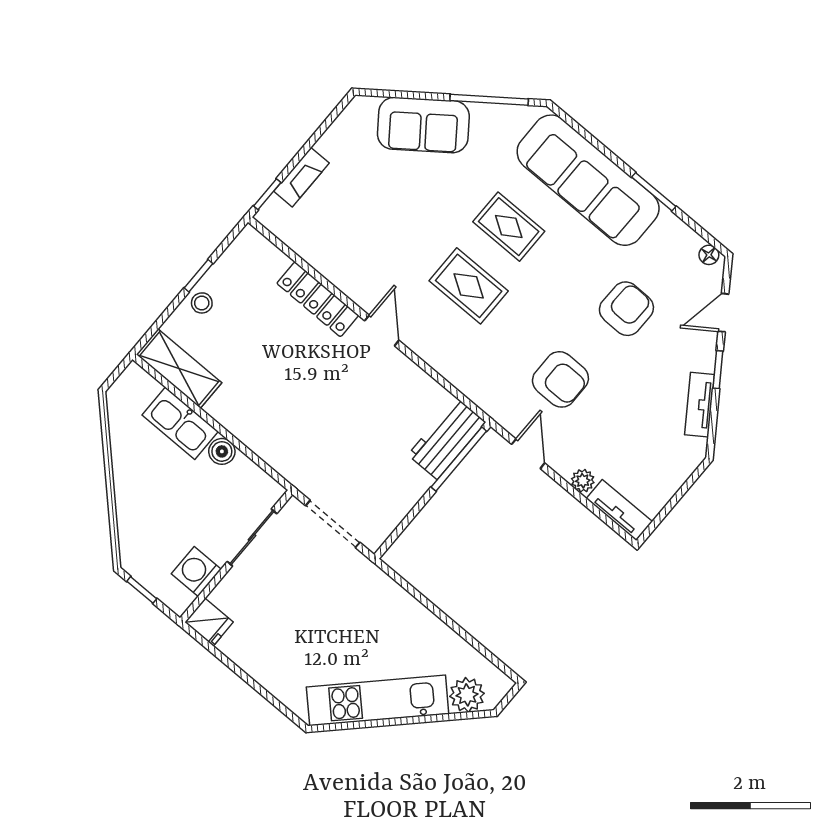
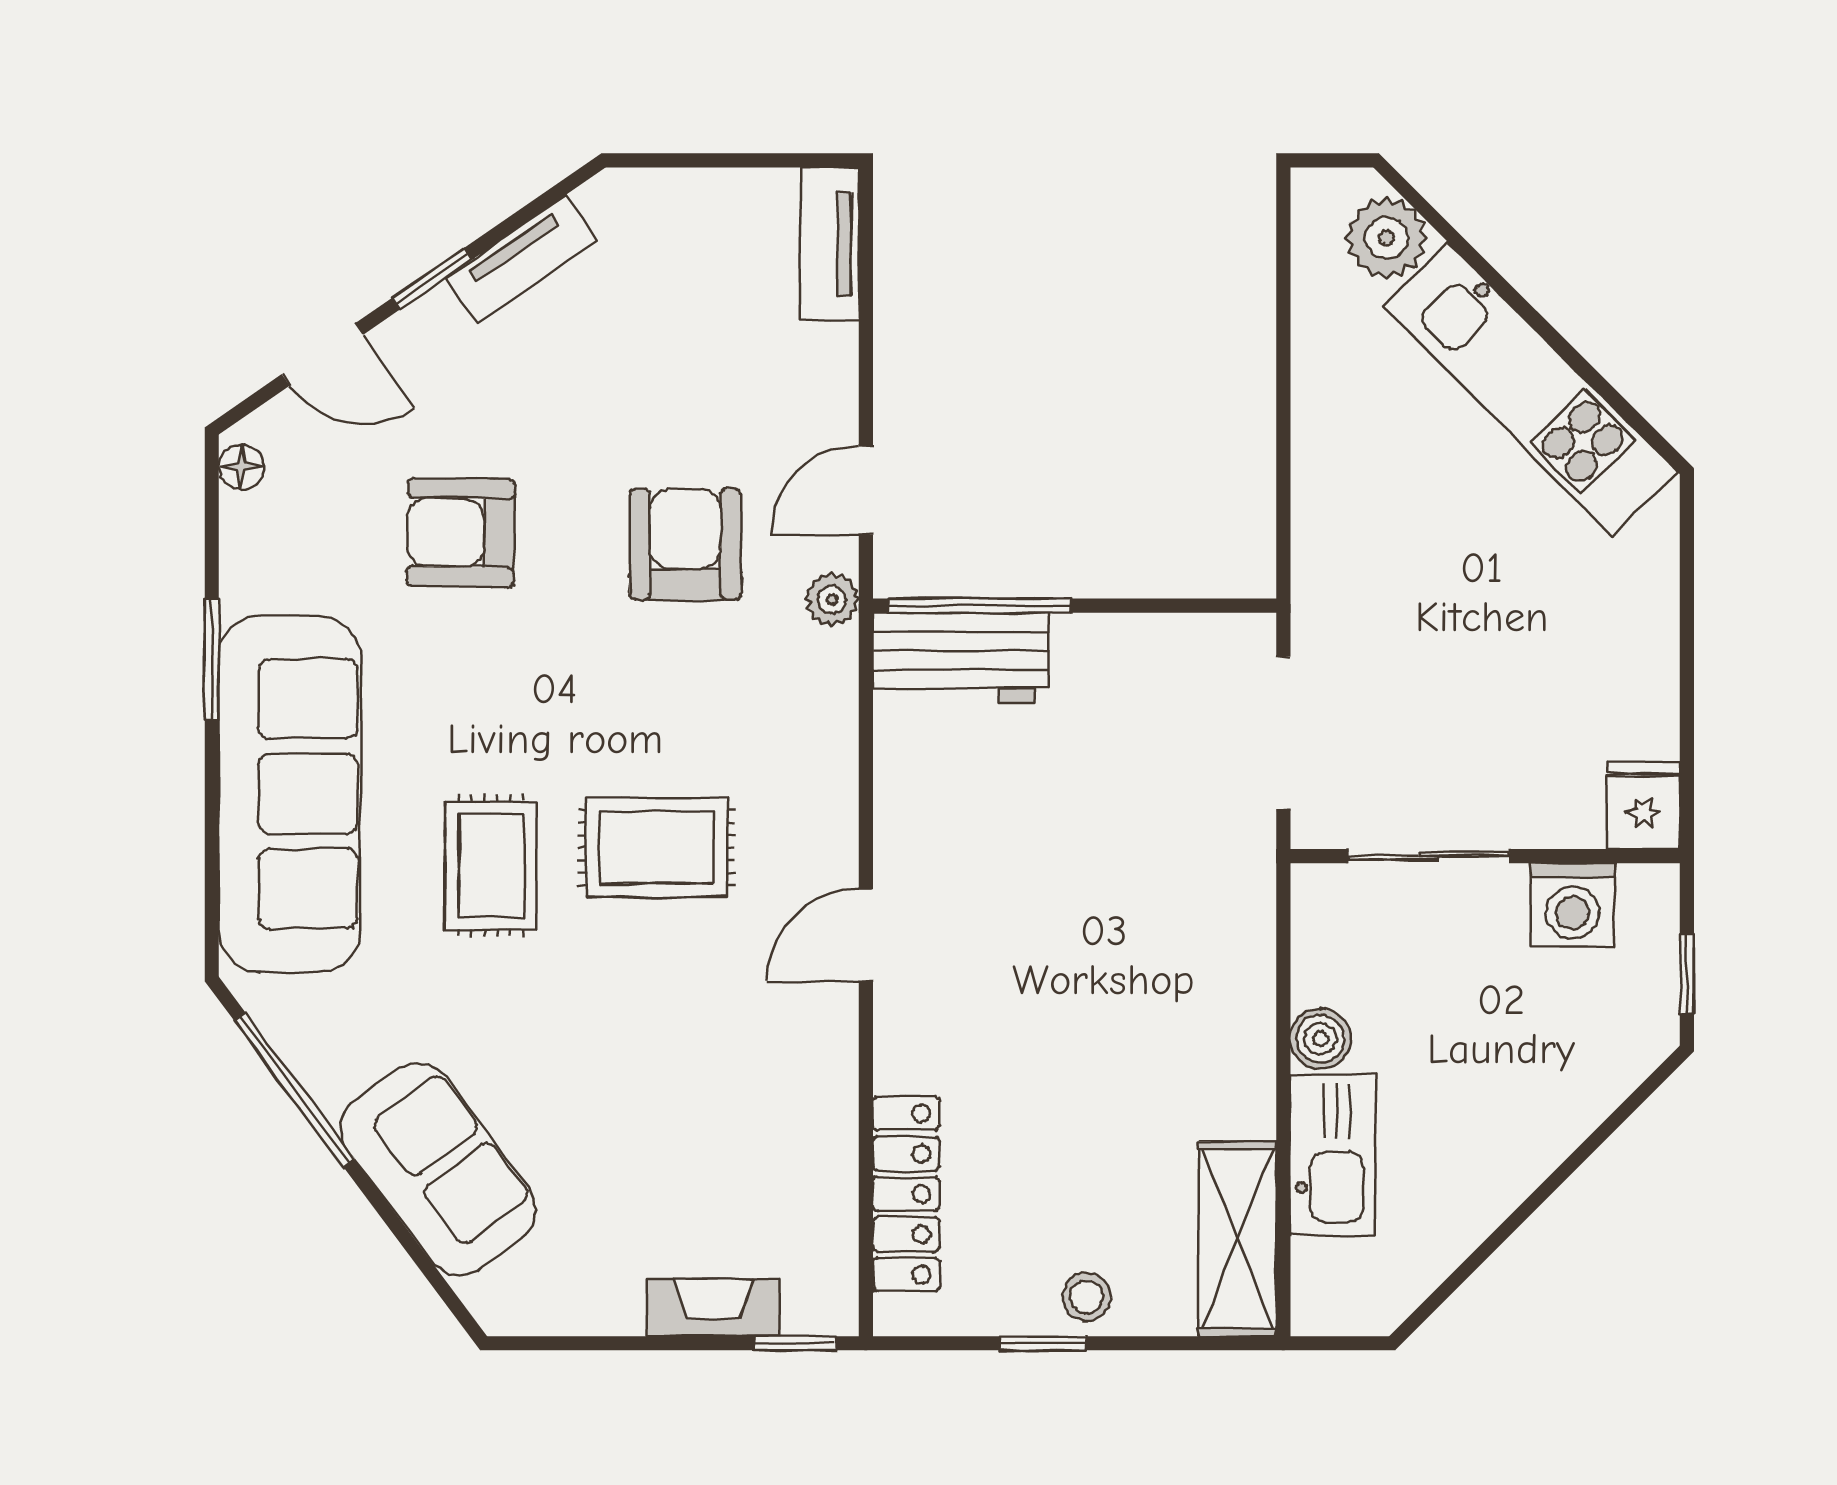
rug: (469, 286) -> (656, 848), turned 90
locker: (318, 299) -> (906, 1194), moved
plant: (583, 481) -> (832, 600), moved

